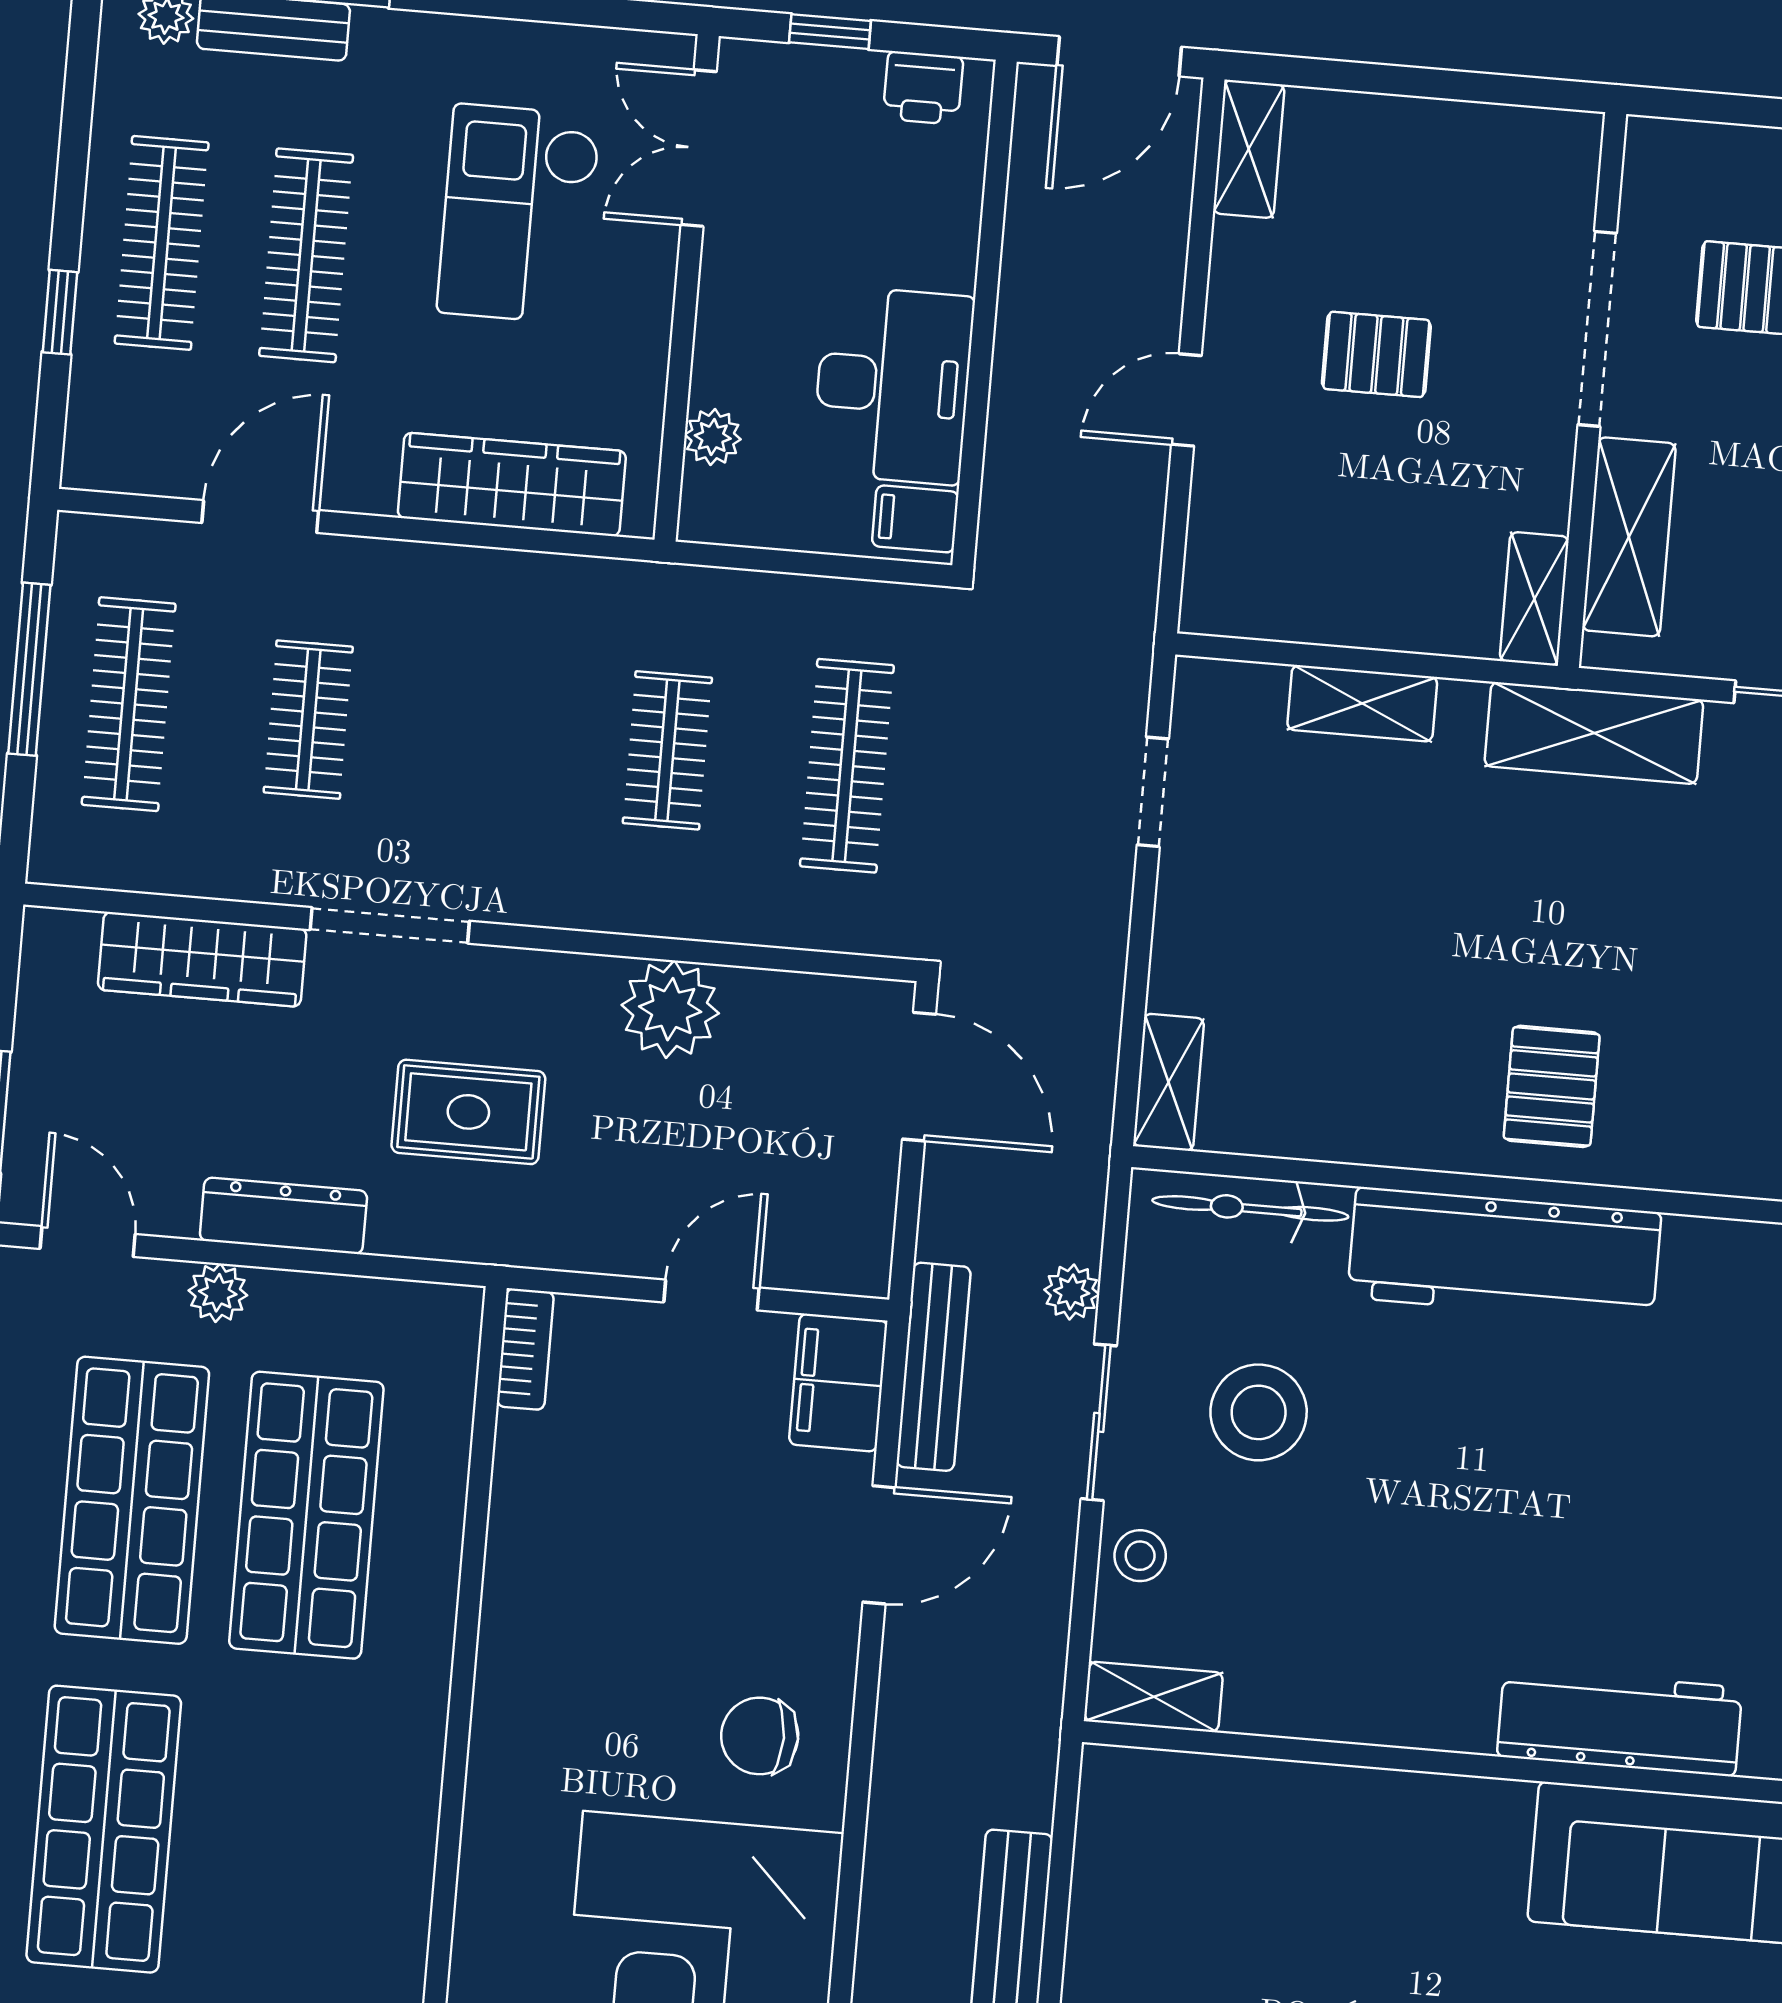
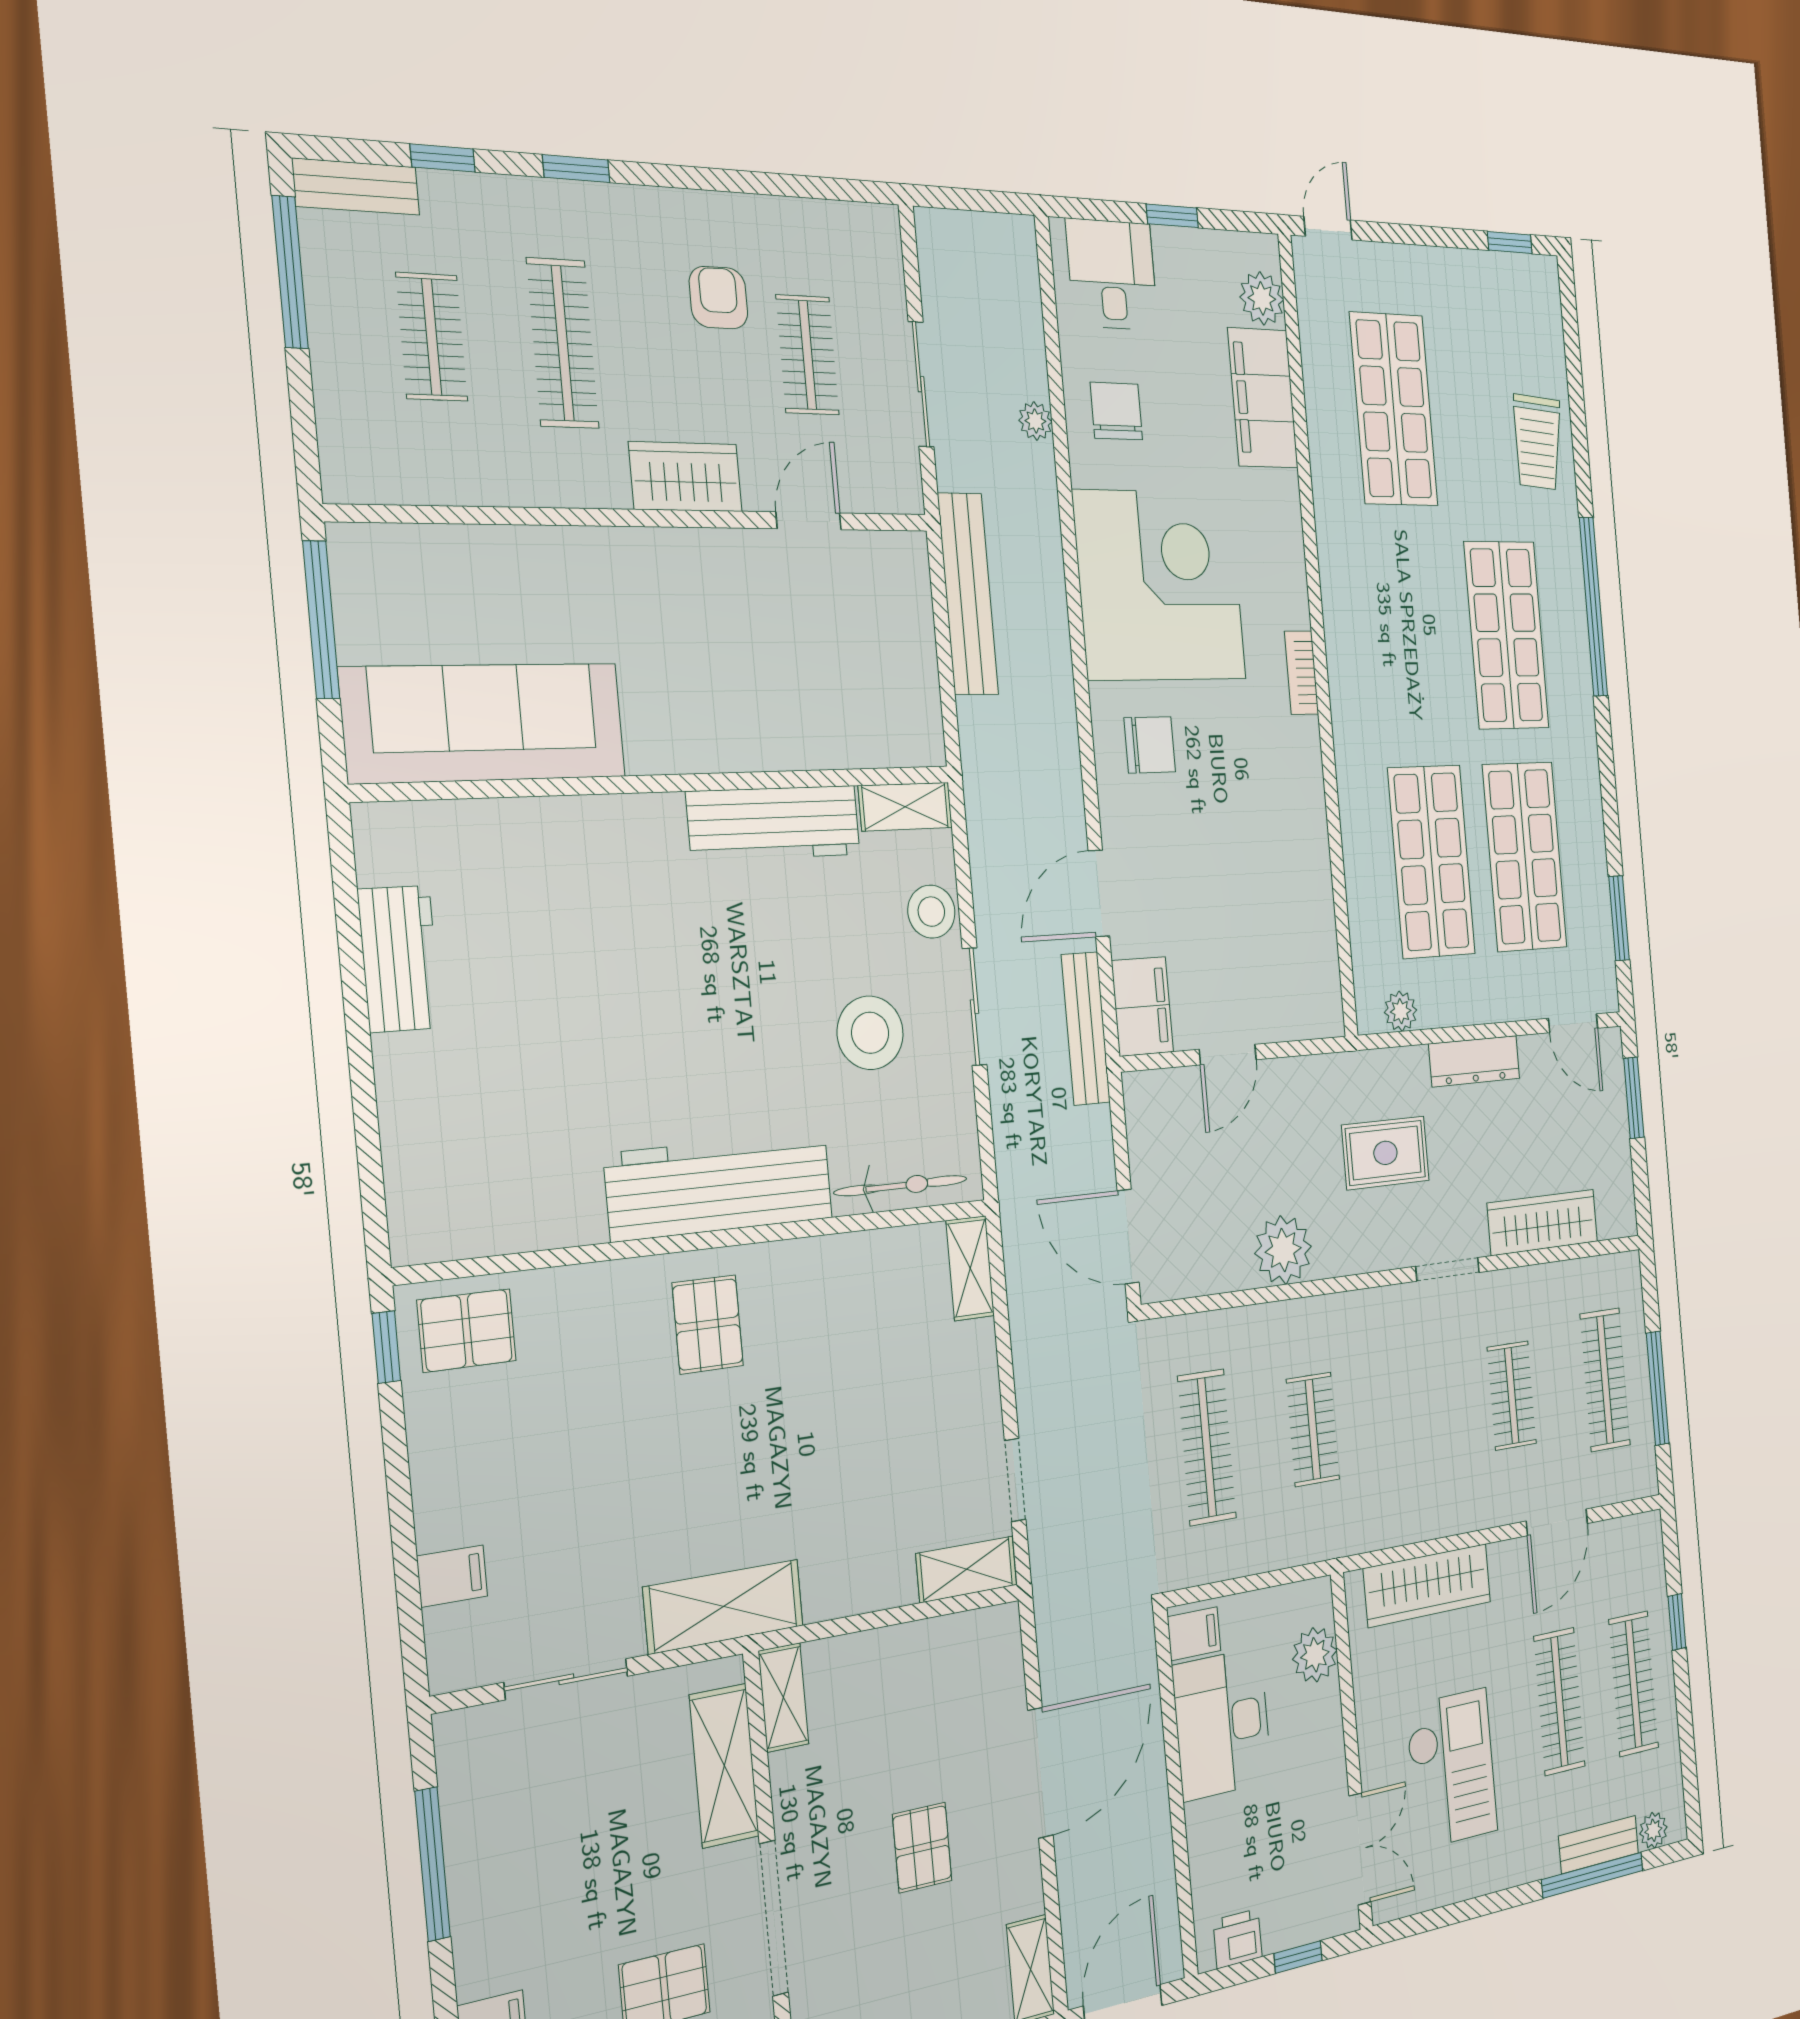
pallet: (1376, 354) -> (922, 1848), turned 90
door: (1186, 400) -> (1040, 1773), width x1.88
plant: (713, 437) -> (1315, 1655), width x1.38, depth x1.38
shelving: (1362, 703) -> (966, 1569), moved
doorway: (390, 925) -> (1448, 1269), width x0.73
plant: (1072, 1292) -> (1008, 1100), removed
plant: (218, 1293) -> (1401, 1011), moved
bookcase: (525, 1349) -> (1302, 673), moved
stool: (1140, 1556) -> (931, 912), width x1.37, depth x1.37
workbench: (1620, 1722) -> (774, 823), moved

